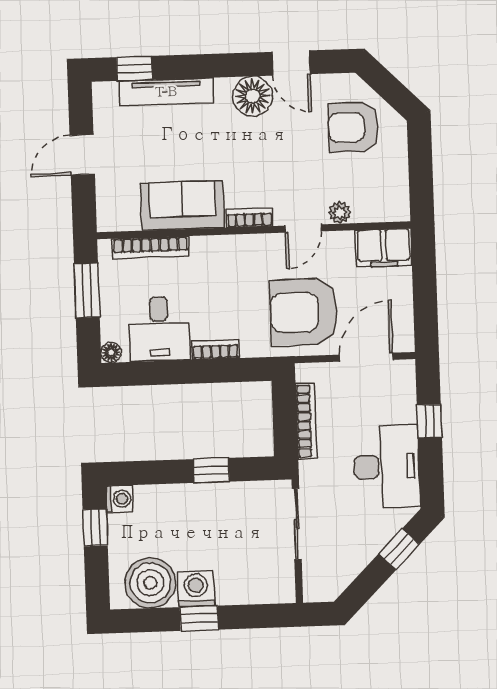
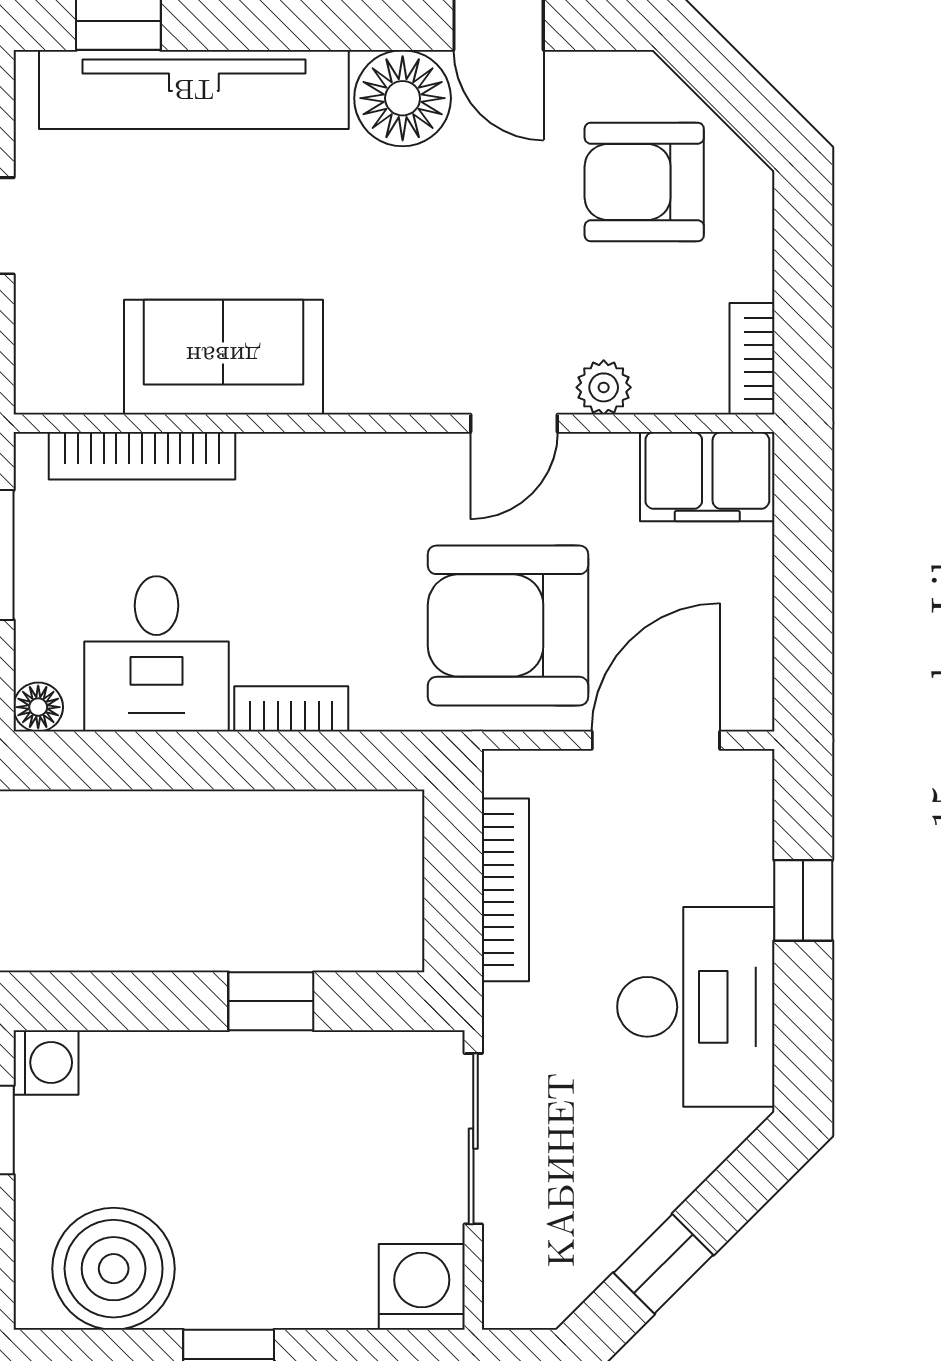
tv unit: (166, 92) -> (194, 90), width x1.36, depth x1.29
bookcase: (249, 218) -> (752, 359), moved, turned -90
window: (399, 549) -> (663, 1264), moved
washing machine: (196, 589) -> (422, 1287), moved

